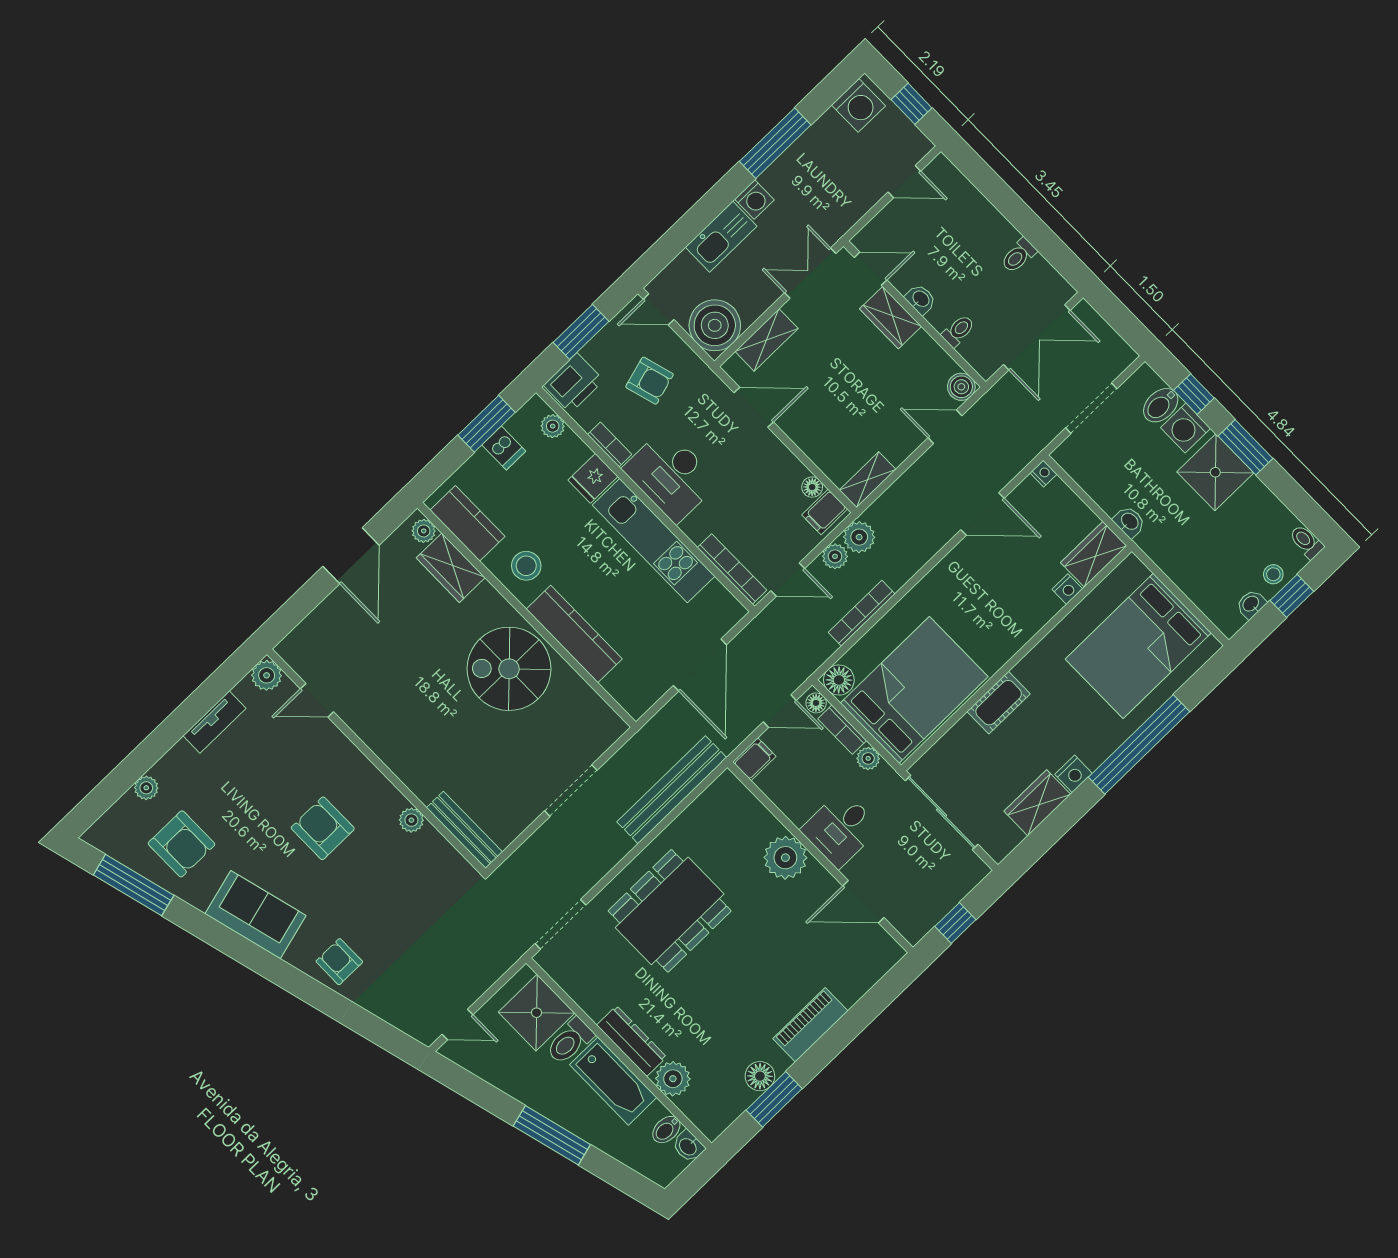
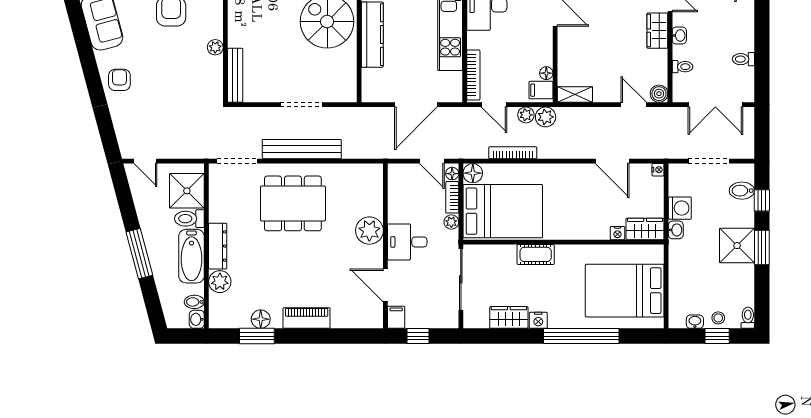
washing machine: (1186, 428) -> (680, 208), moved, turned 180
filing cabinet: (754, 759) -> (396, 317), moved, turned -90
bench: (672, 790) -> (302, 149), moved

